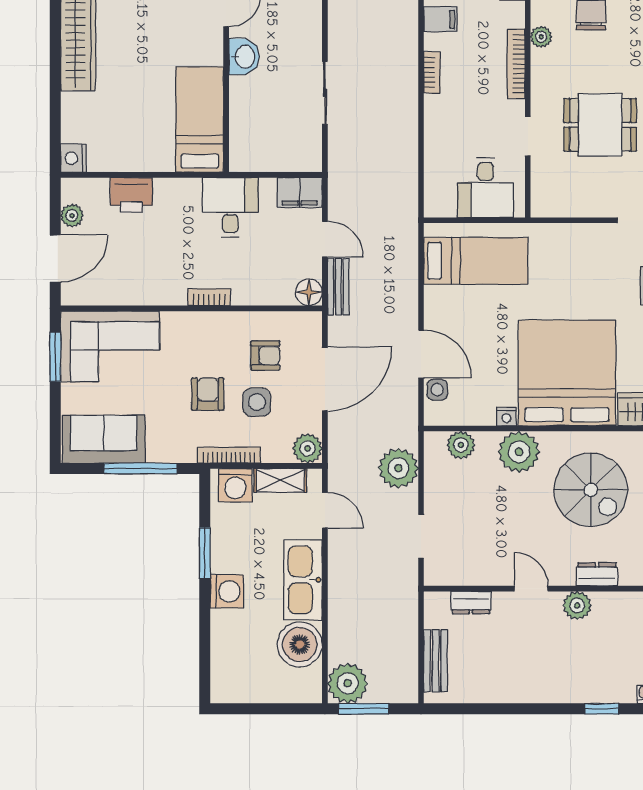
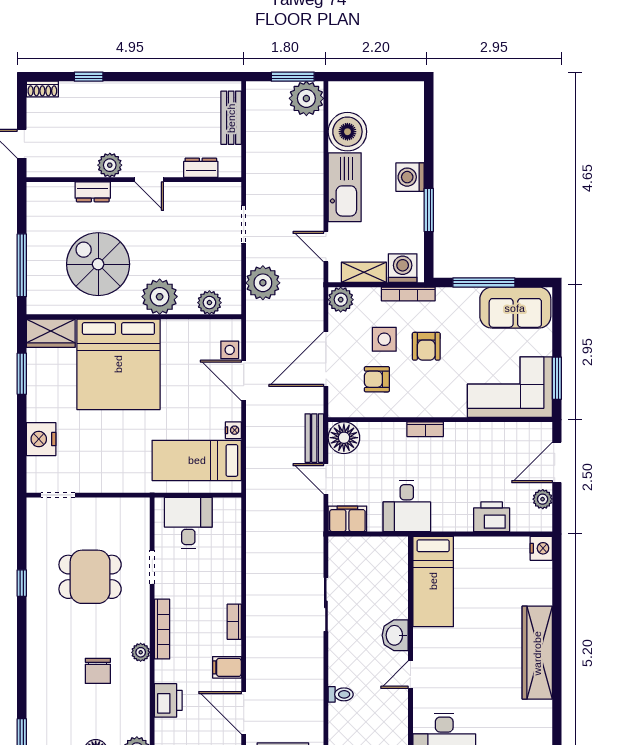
floor lamp: (309, 292) -> (344, 438), width x1.38, depth x1.38
nightstand: (506, 417) -> (233, 430), moved, turned 90

